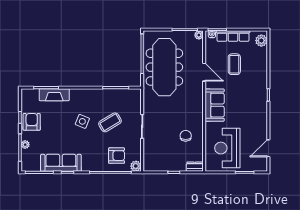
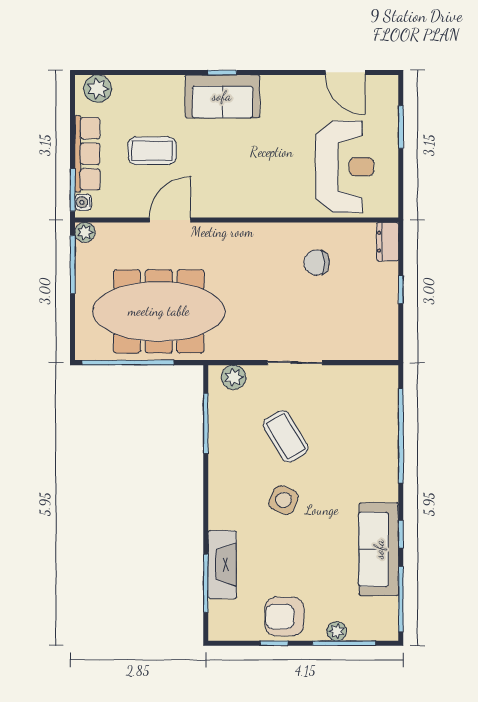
sofa: (215, 105) -> (222, 96), moved, turned 180
reception desk: (227, 148) -> (345, 167), turned -90
armchair: (117, 156) -> (362, 421), removed
plant: (136, 166) -> (234, 377), moved

